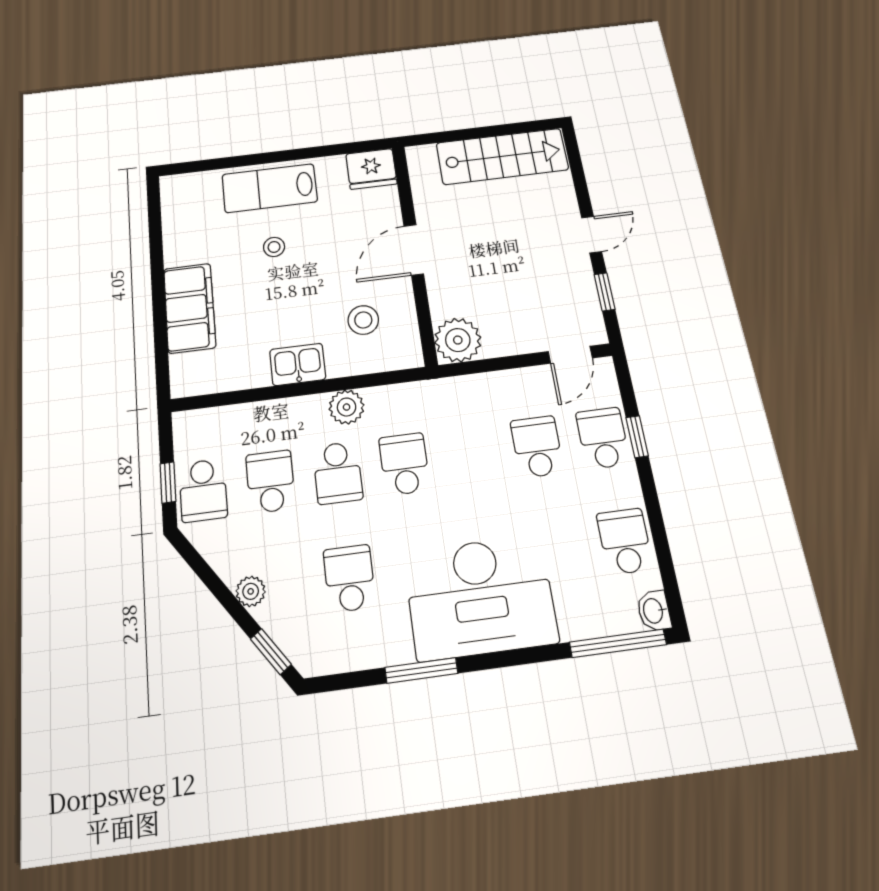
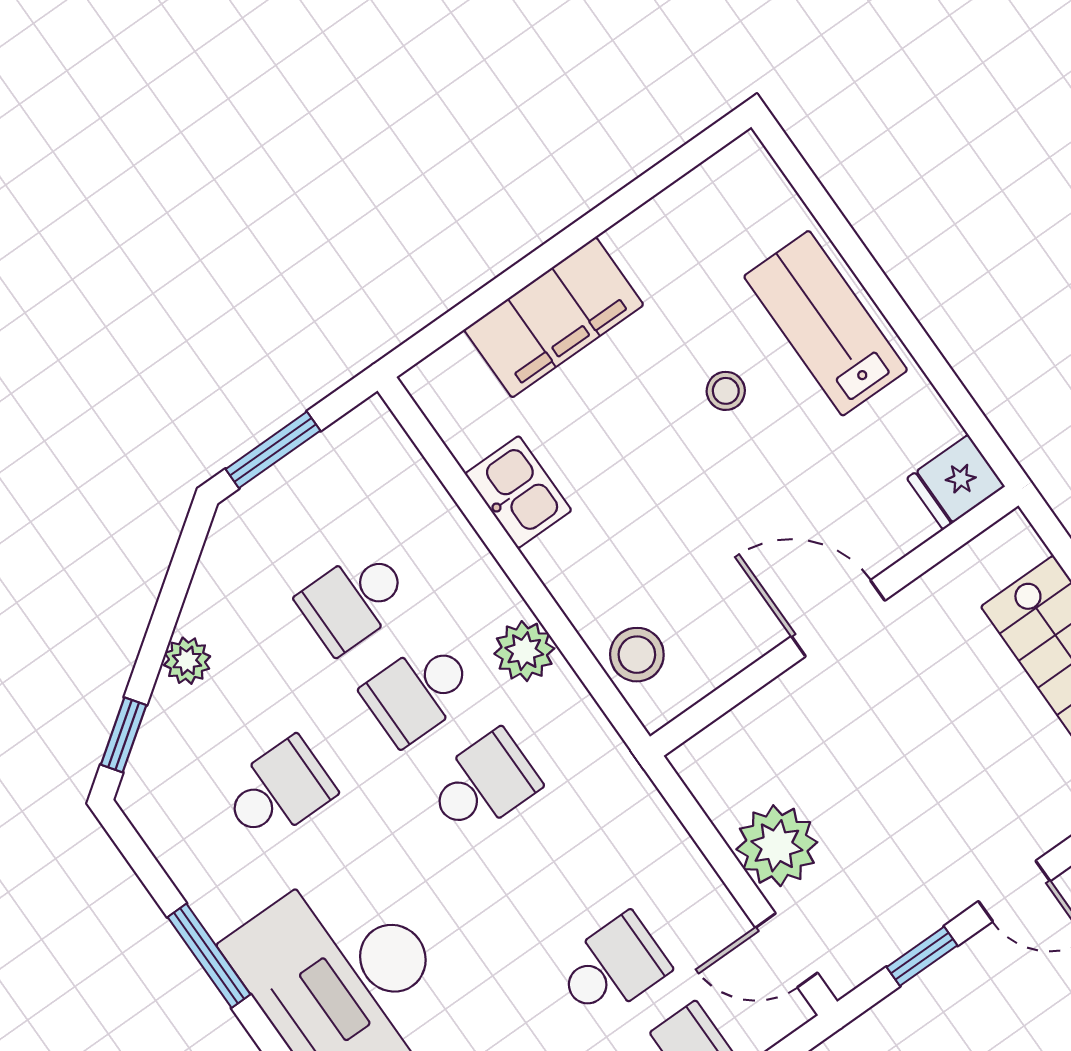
fridge: (371, 169) -> (956, 482), width x0.72
stool: (363, 320) -> (637, 655), moved
plant: (458, 340) -> (777, 846), moved
kitchen sink: (298, 364) -> (518, 492), moved
school desk: (271, 481) -> (354, 600), turned 180
window: (168, 483) -> (273, 450), width x1.50
school desk: (203, 490) -> (289, 509), removed

